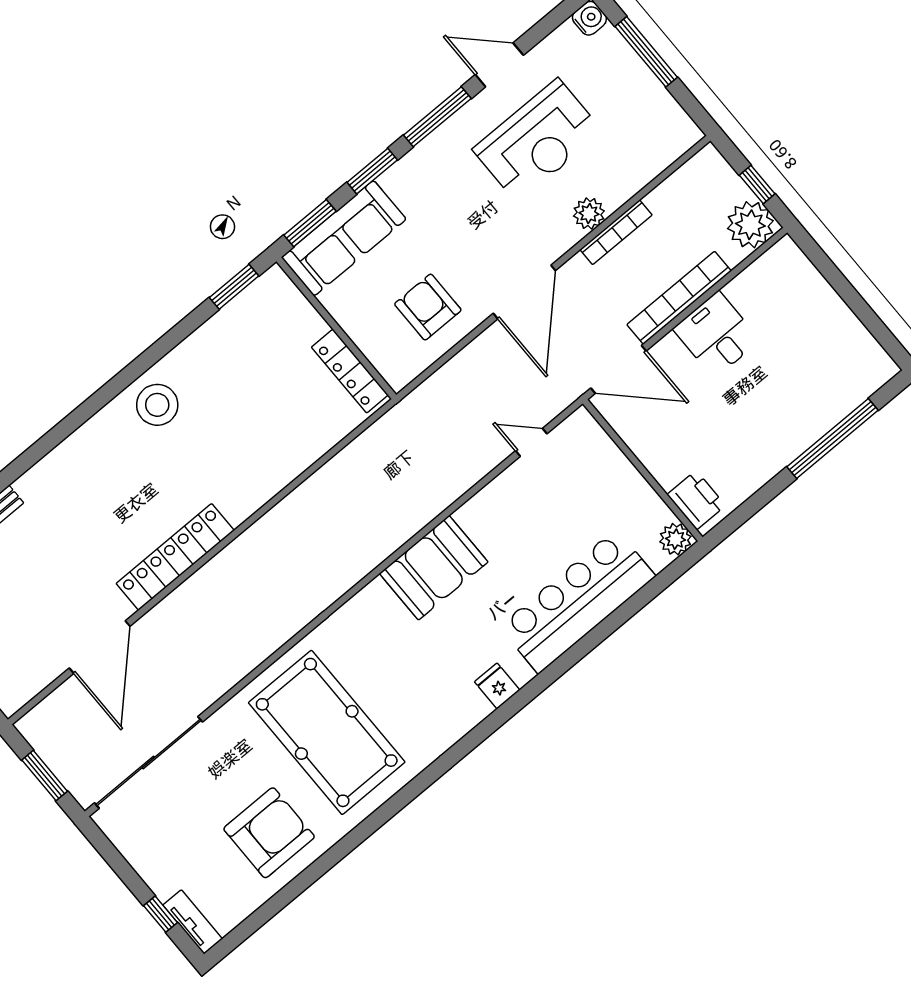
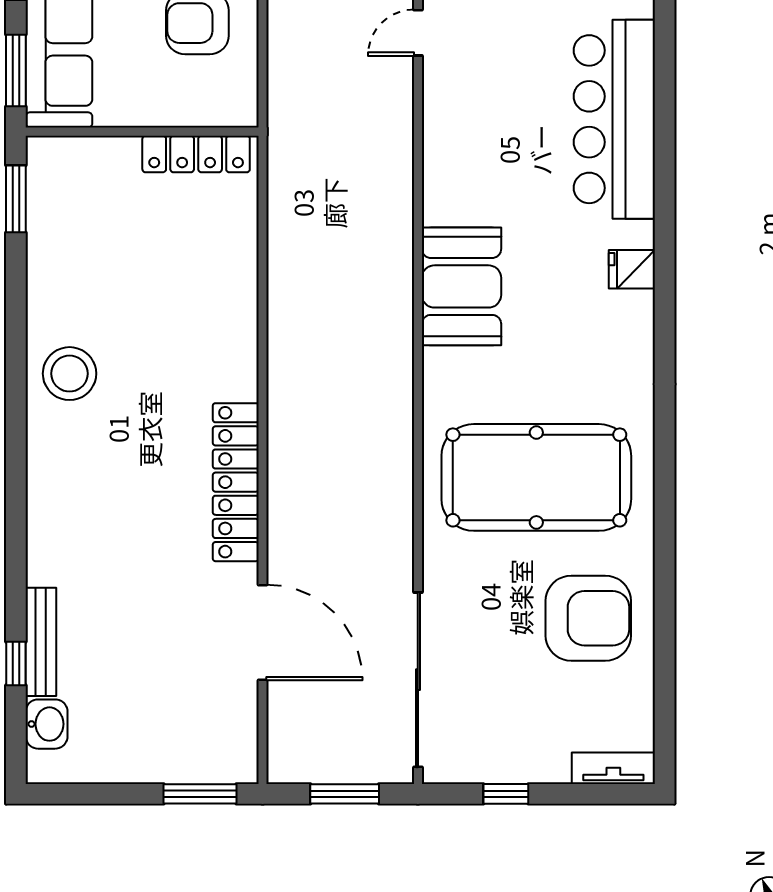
booth: (434, 568) -> (461, 286), moved
armchair: (269, 833) -> (588, 618), turned 90
window: (161, 914) -> (506, 794), moved

